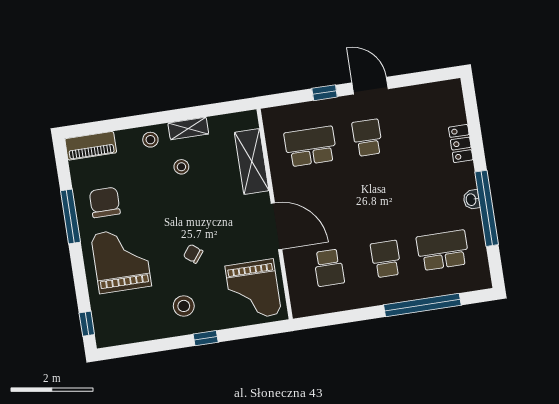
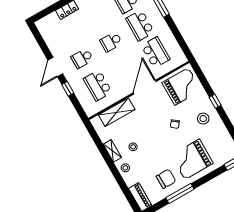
school desk: (377, 198) -> (111, 42), added
chair: (105, 202) -> (166, 179), turned 180
school desk: (386, 259) -> (140, 25), width x1.85
school desk: (329, 268) -> (156, 52), width x1.85

